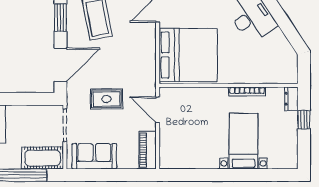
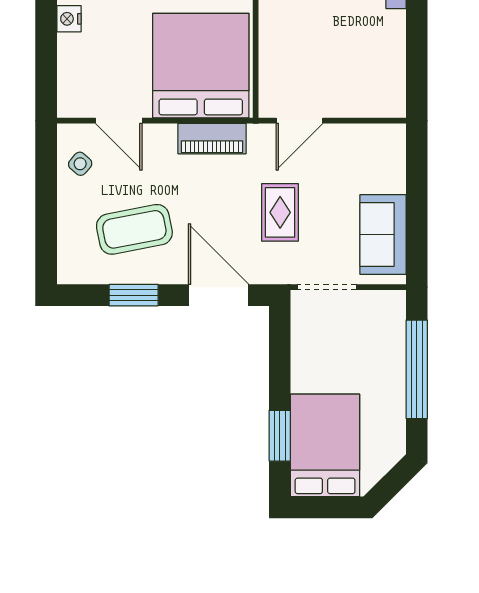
piano: (148, 150) -> (212, 139), moved
cot: (43, 158) -> (386, 327), removed

